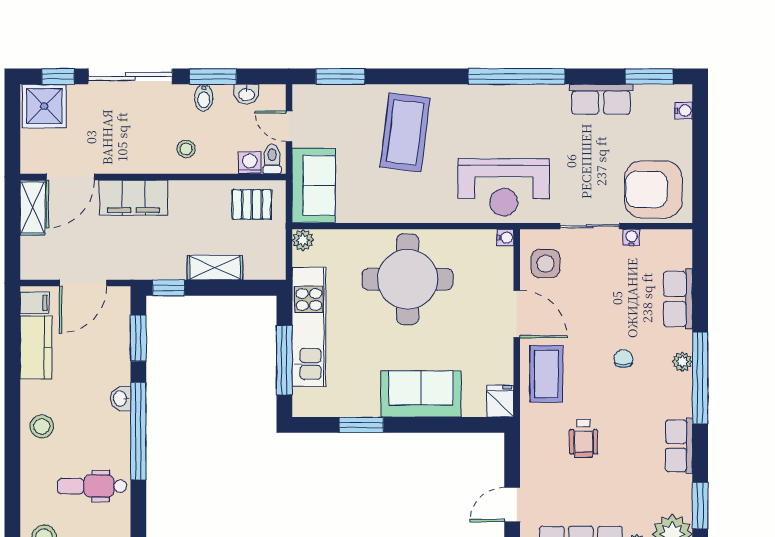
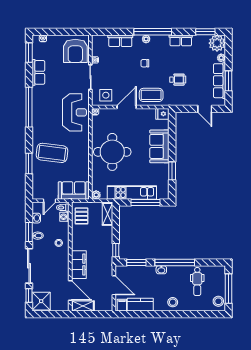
window: (340, 76) -> (29, 163), moved
shelving: (215, 268) -> (107, 214), moved

